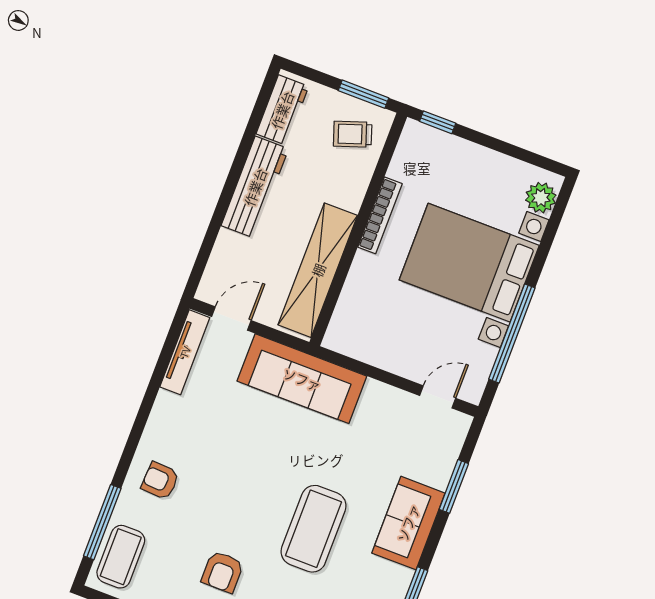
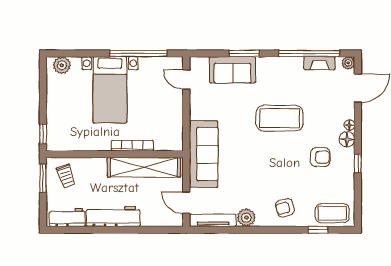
bookcase: (380, 215) -> (132, 146), moved
bed with nightstands: (469, 263) -> (110, 90), width x0.73
plant: (168, 410) -> (246, 218), added
armchair: (160, 481) -> (285, 208), turned 72
window: (454, 486) -> (244, 53), moved
window: (102, 522) -> (318, 230), width x0.46
sofa: (408, 523) -> (233, 70), moved

